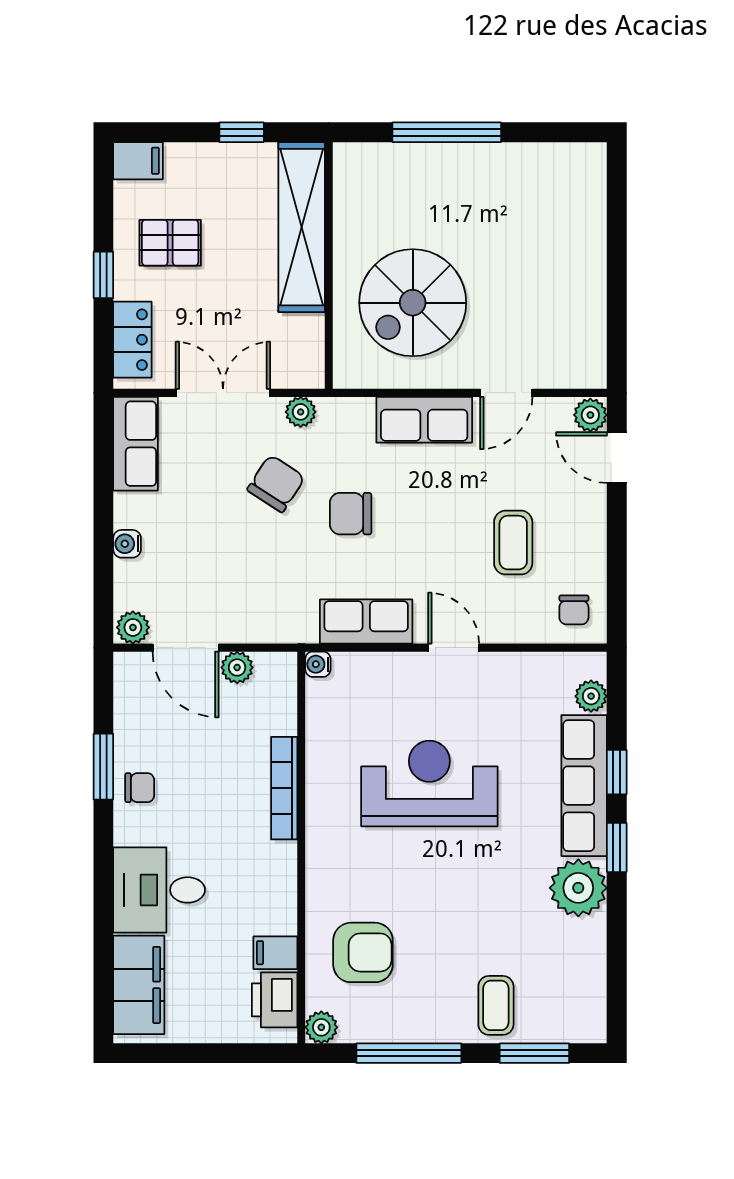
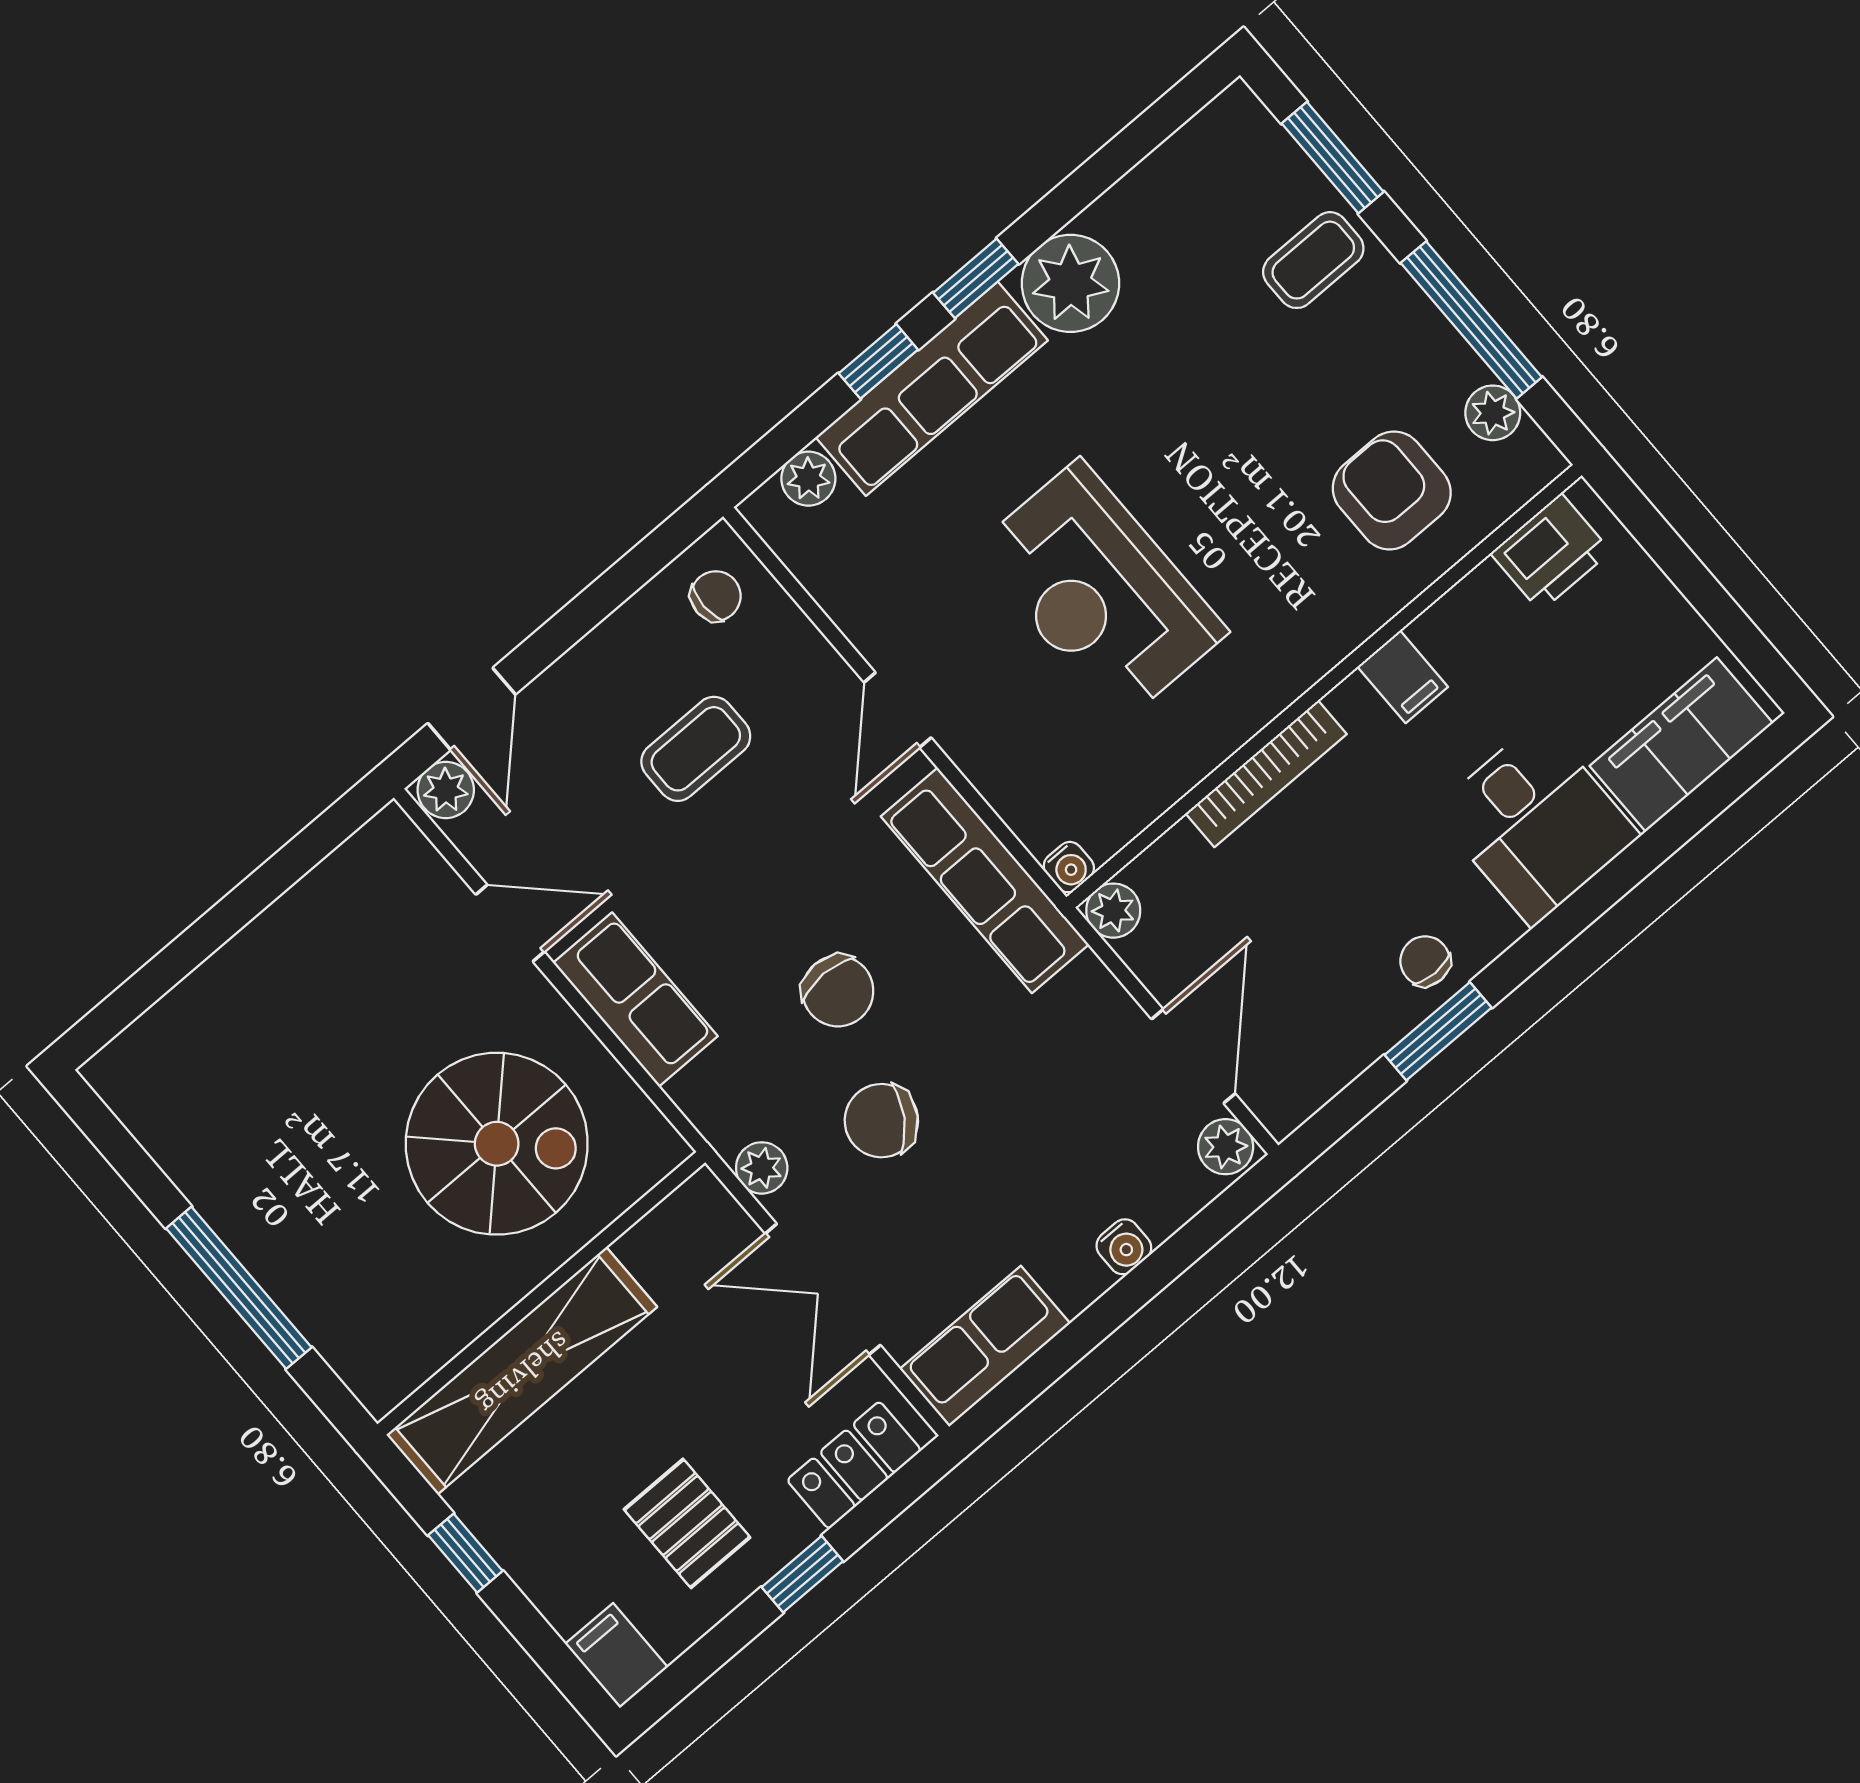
row of seats: (366, 622) -> (985, 880), width x1.48
plant: (237, 667) -> (1113, 911), moved
filing cabinet: (275, 953) -> (1403, 677), moved
plant: (321, 1027) -> (1493, 413), moved

